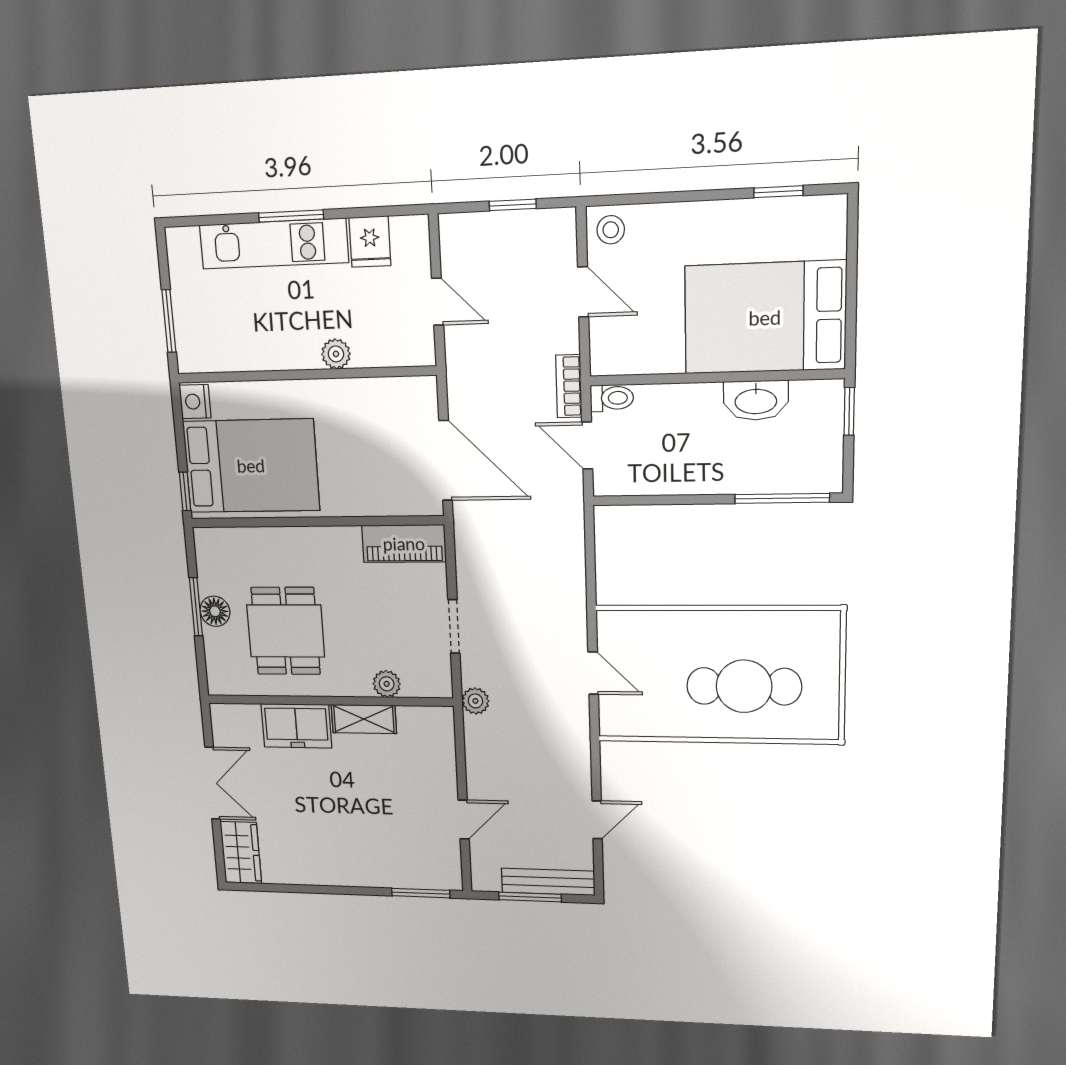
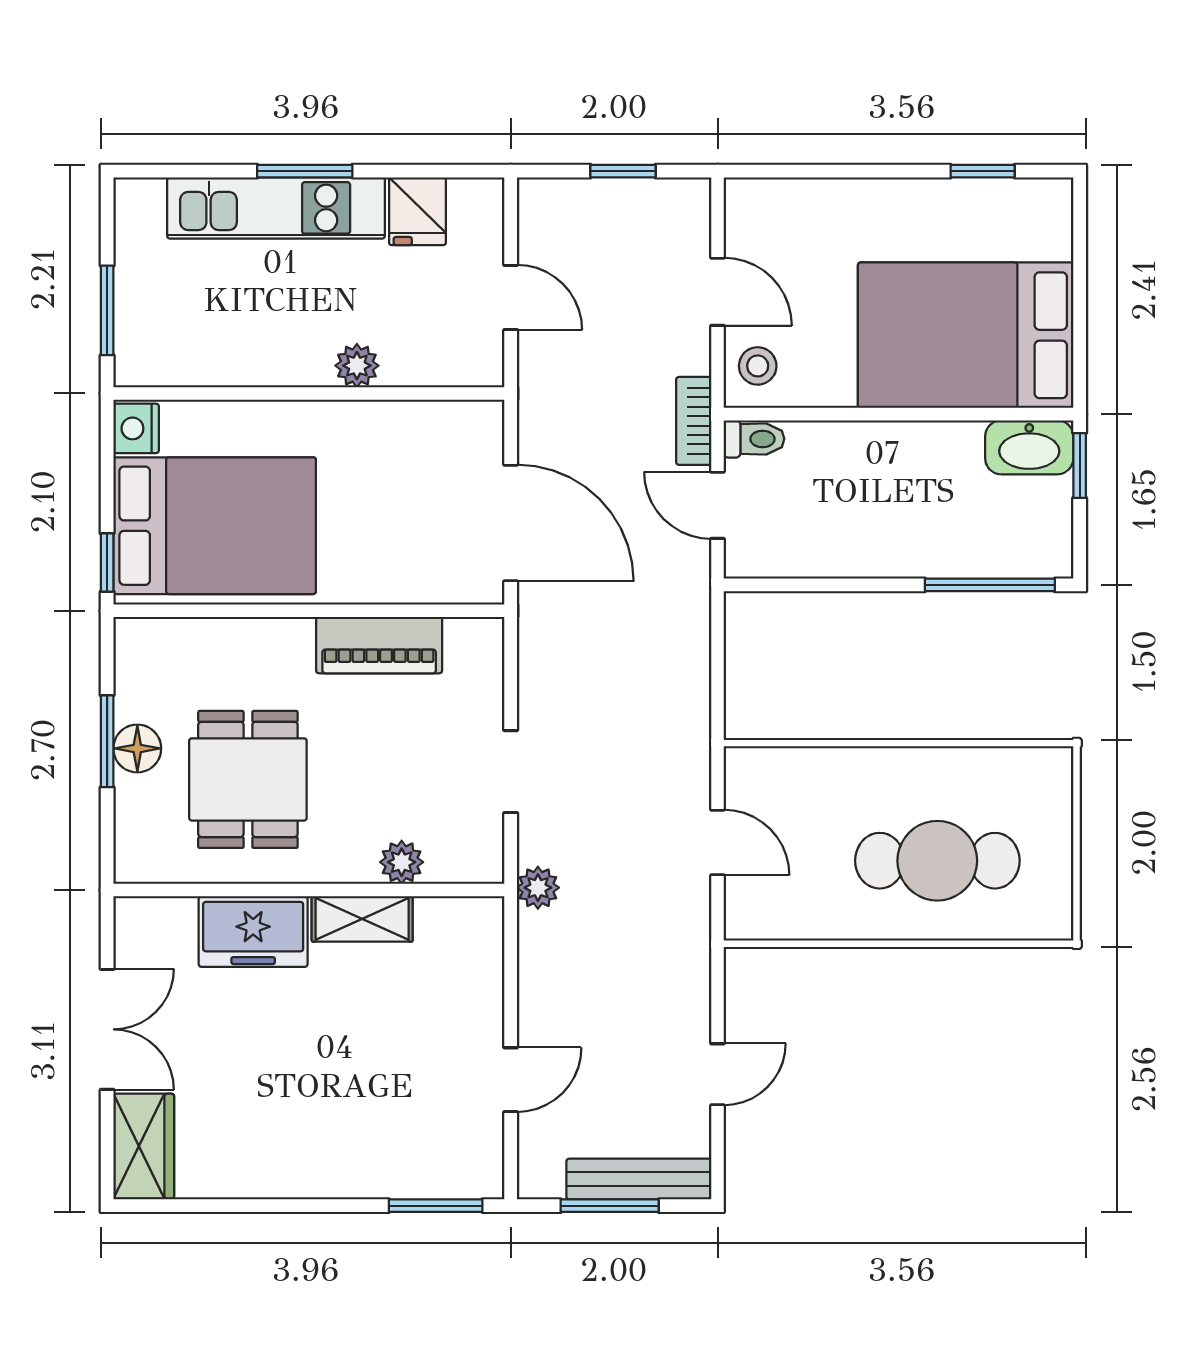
stool: (611, 230) -> (758, 366), moved
washbasin: (756, 400) -> (1029, 447), moved
piano: (404, 544) -> (379, 645), moved

